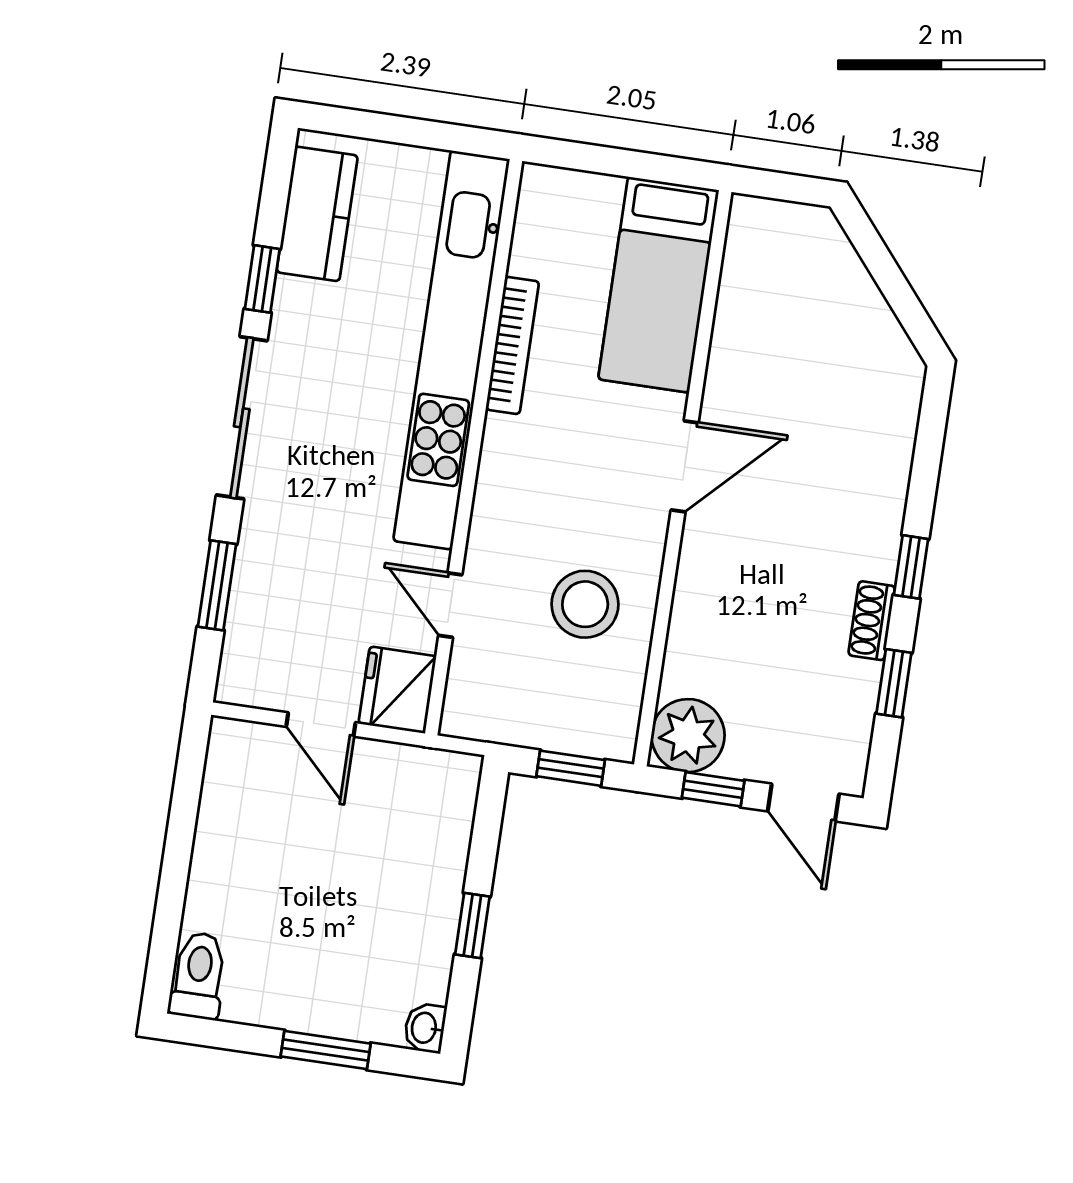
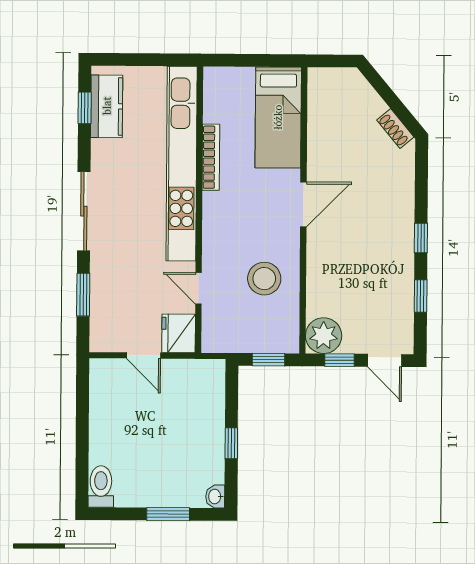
window: (262, 279) -> (85, 108), moved
shoe rack: (872, 621) -> (395, 128), moved, turned -40

